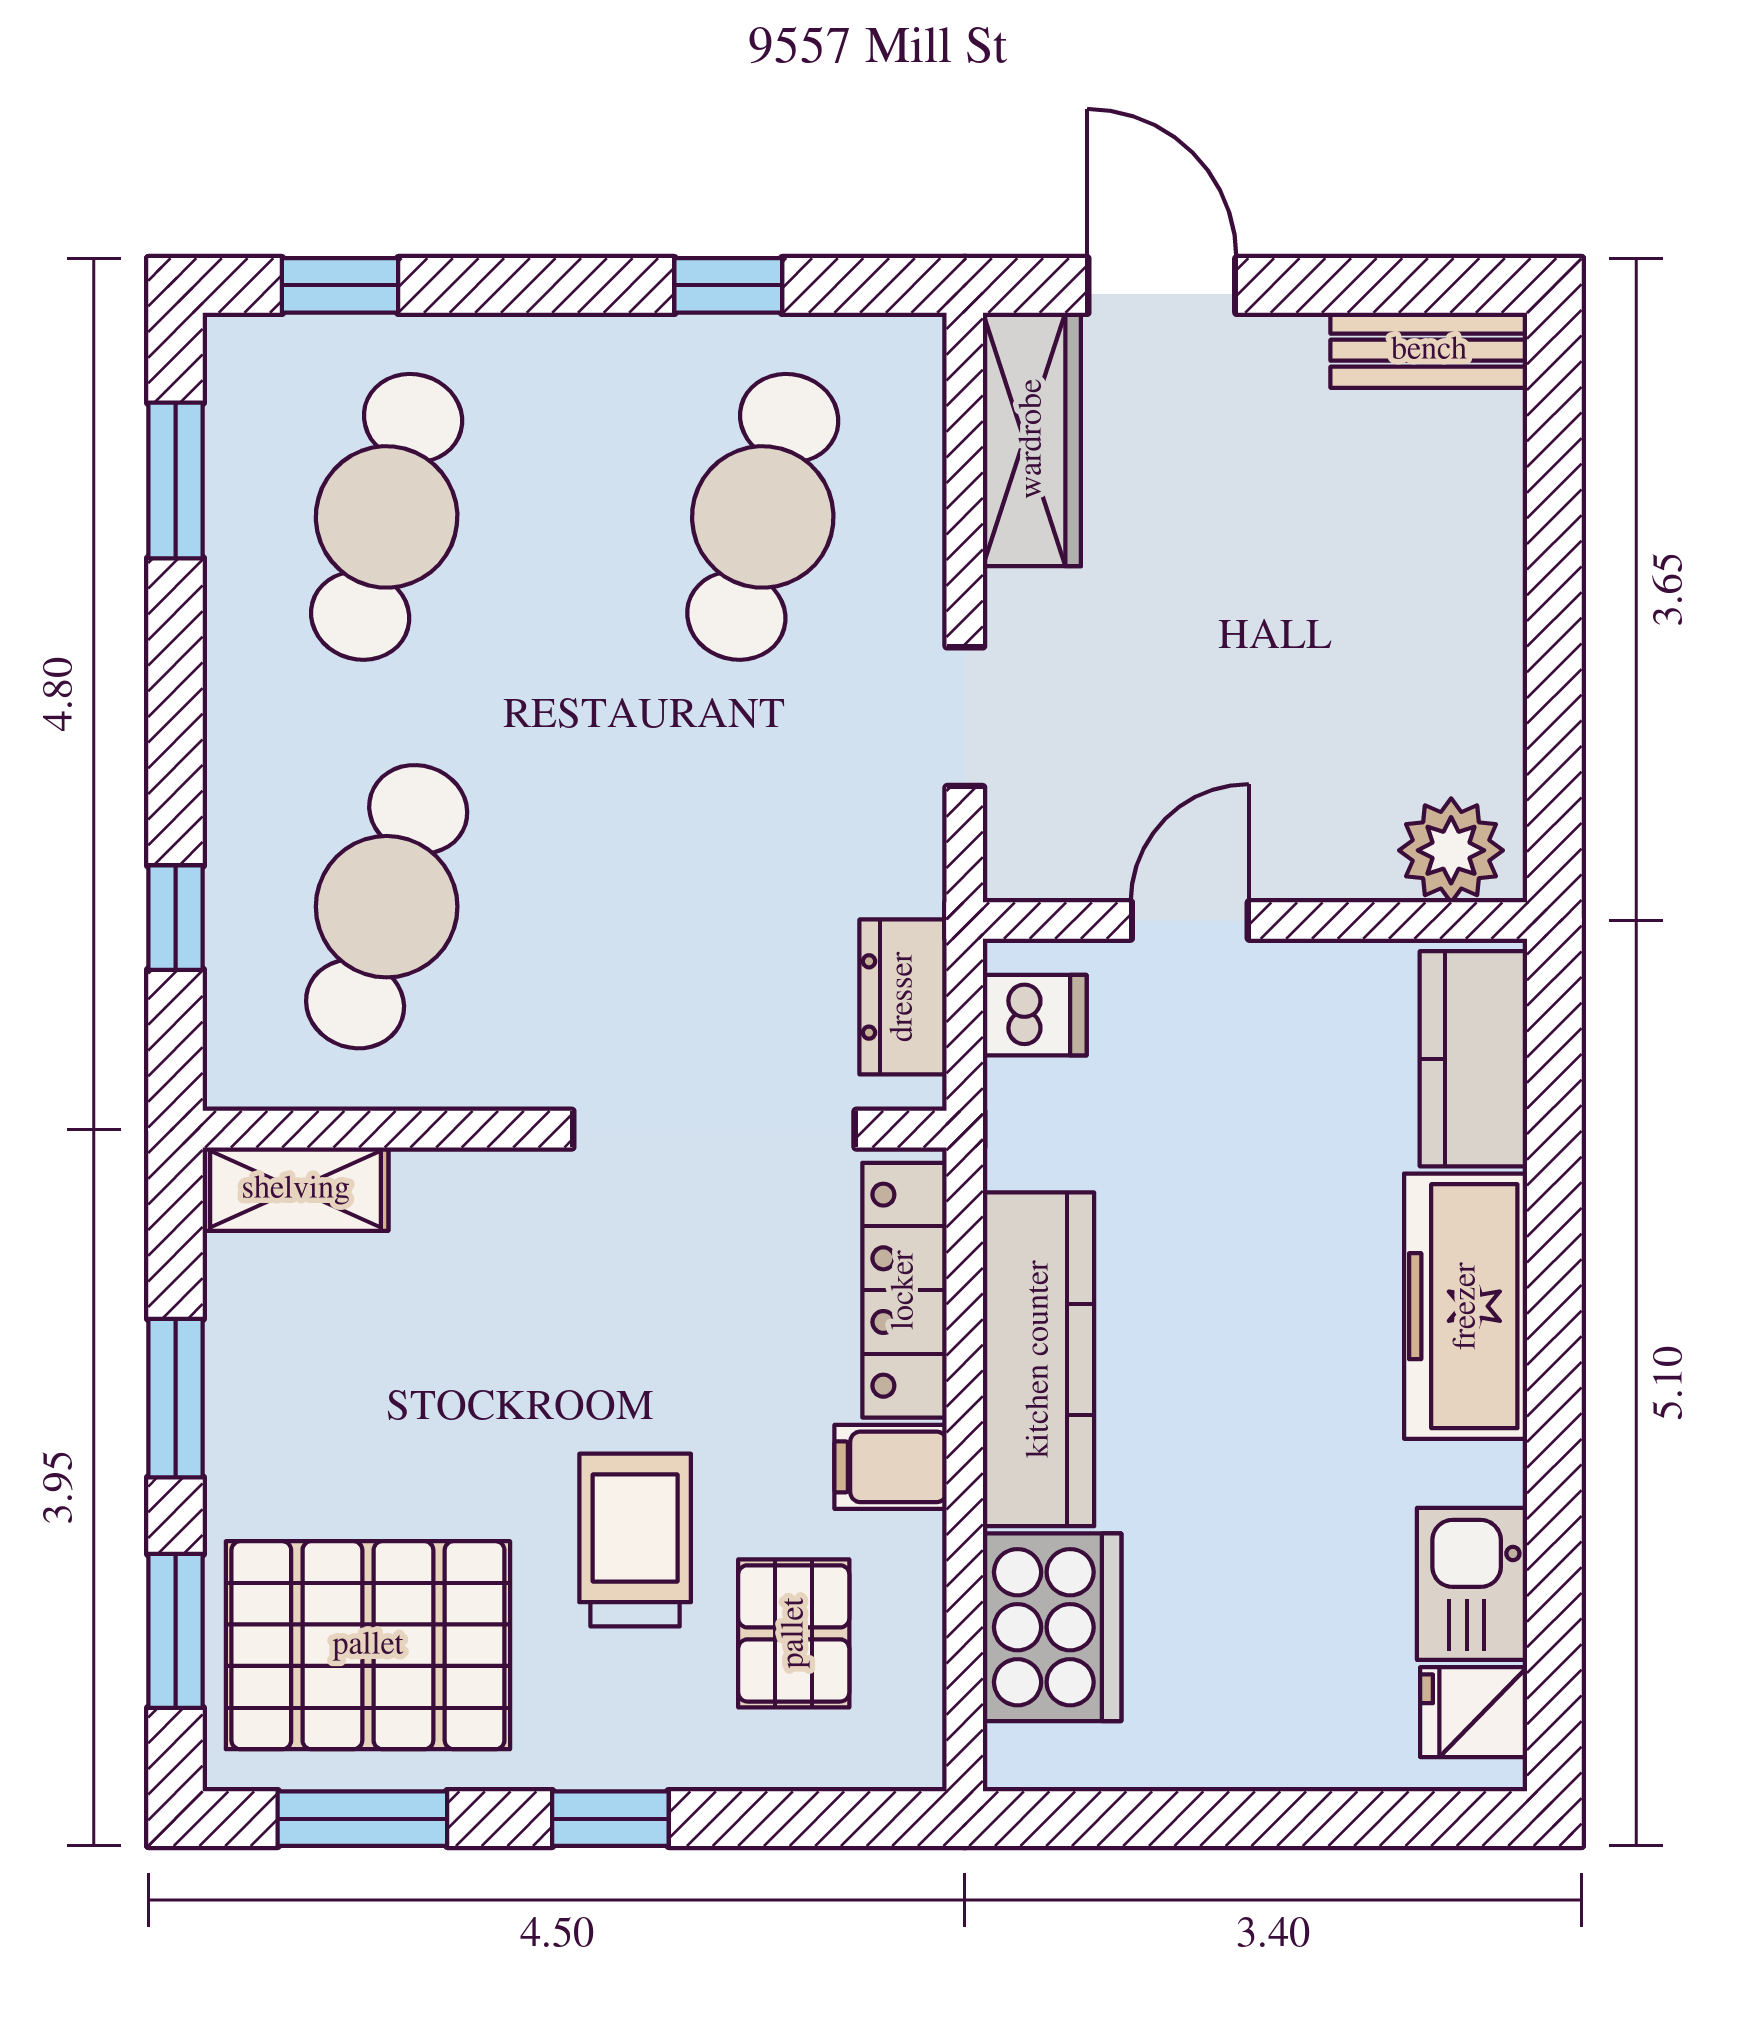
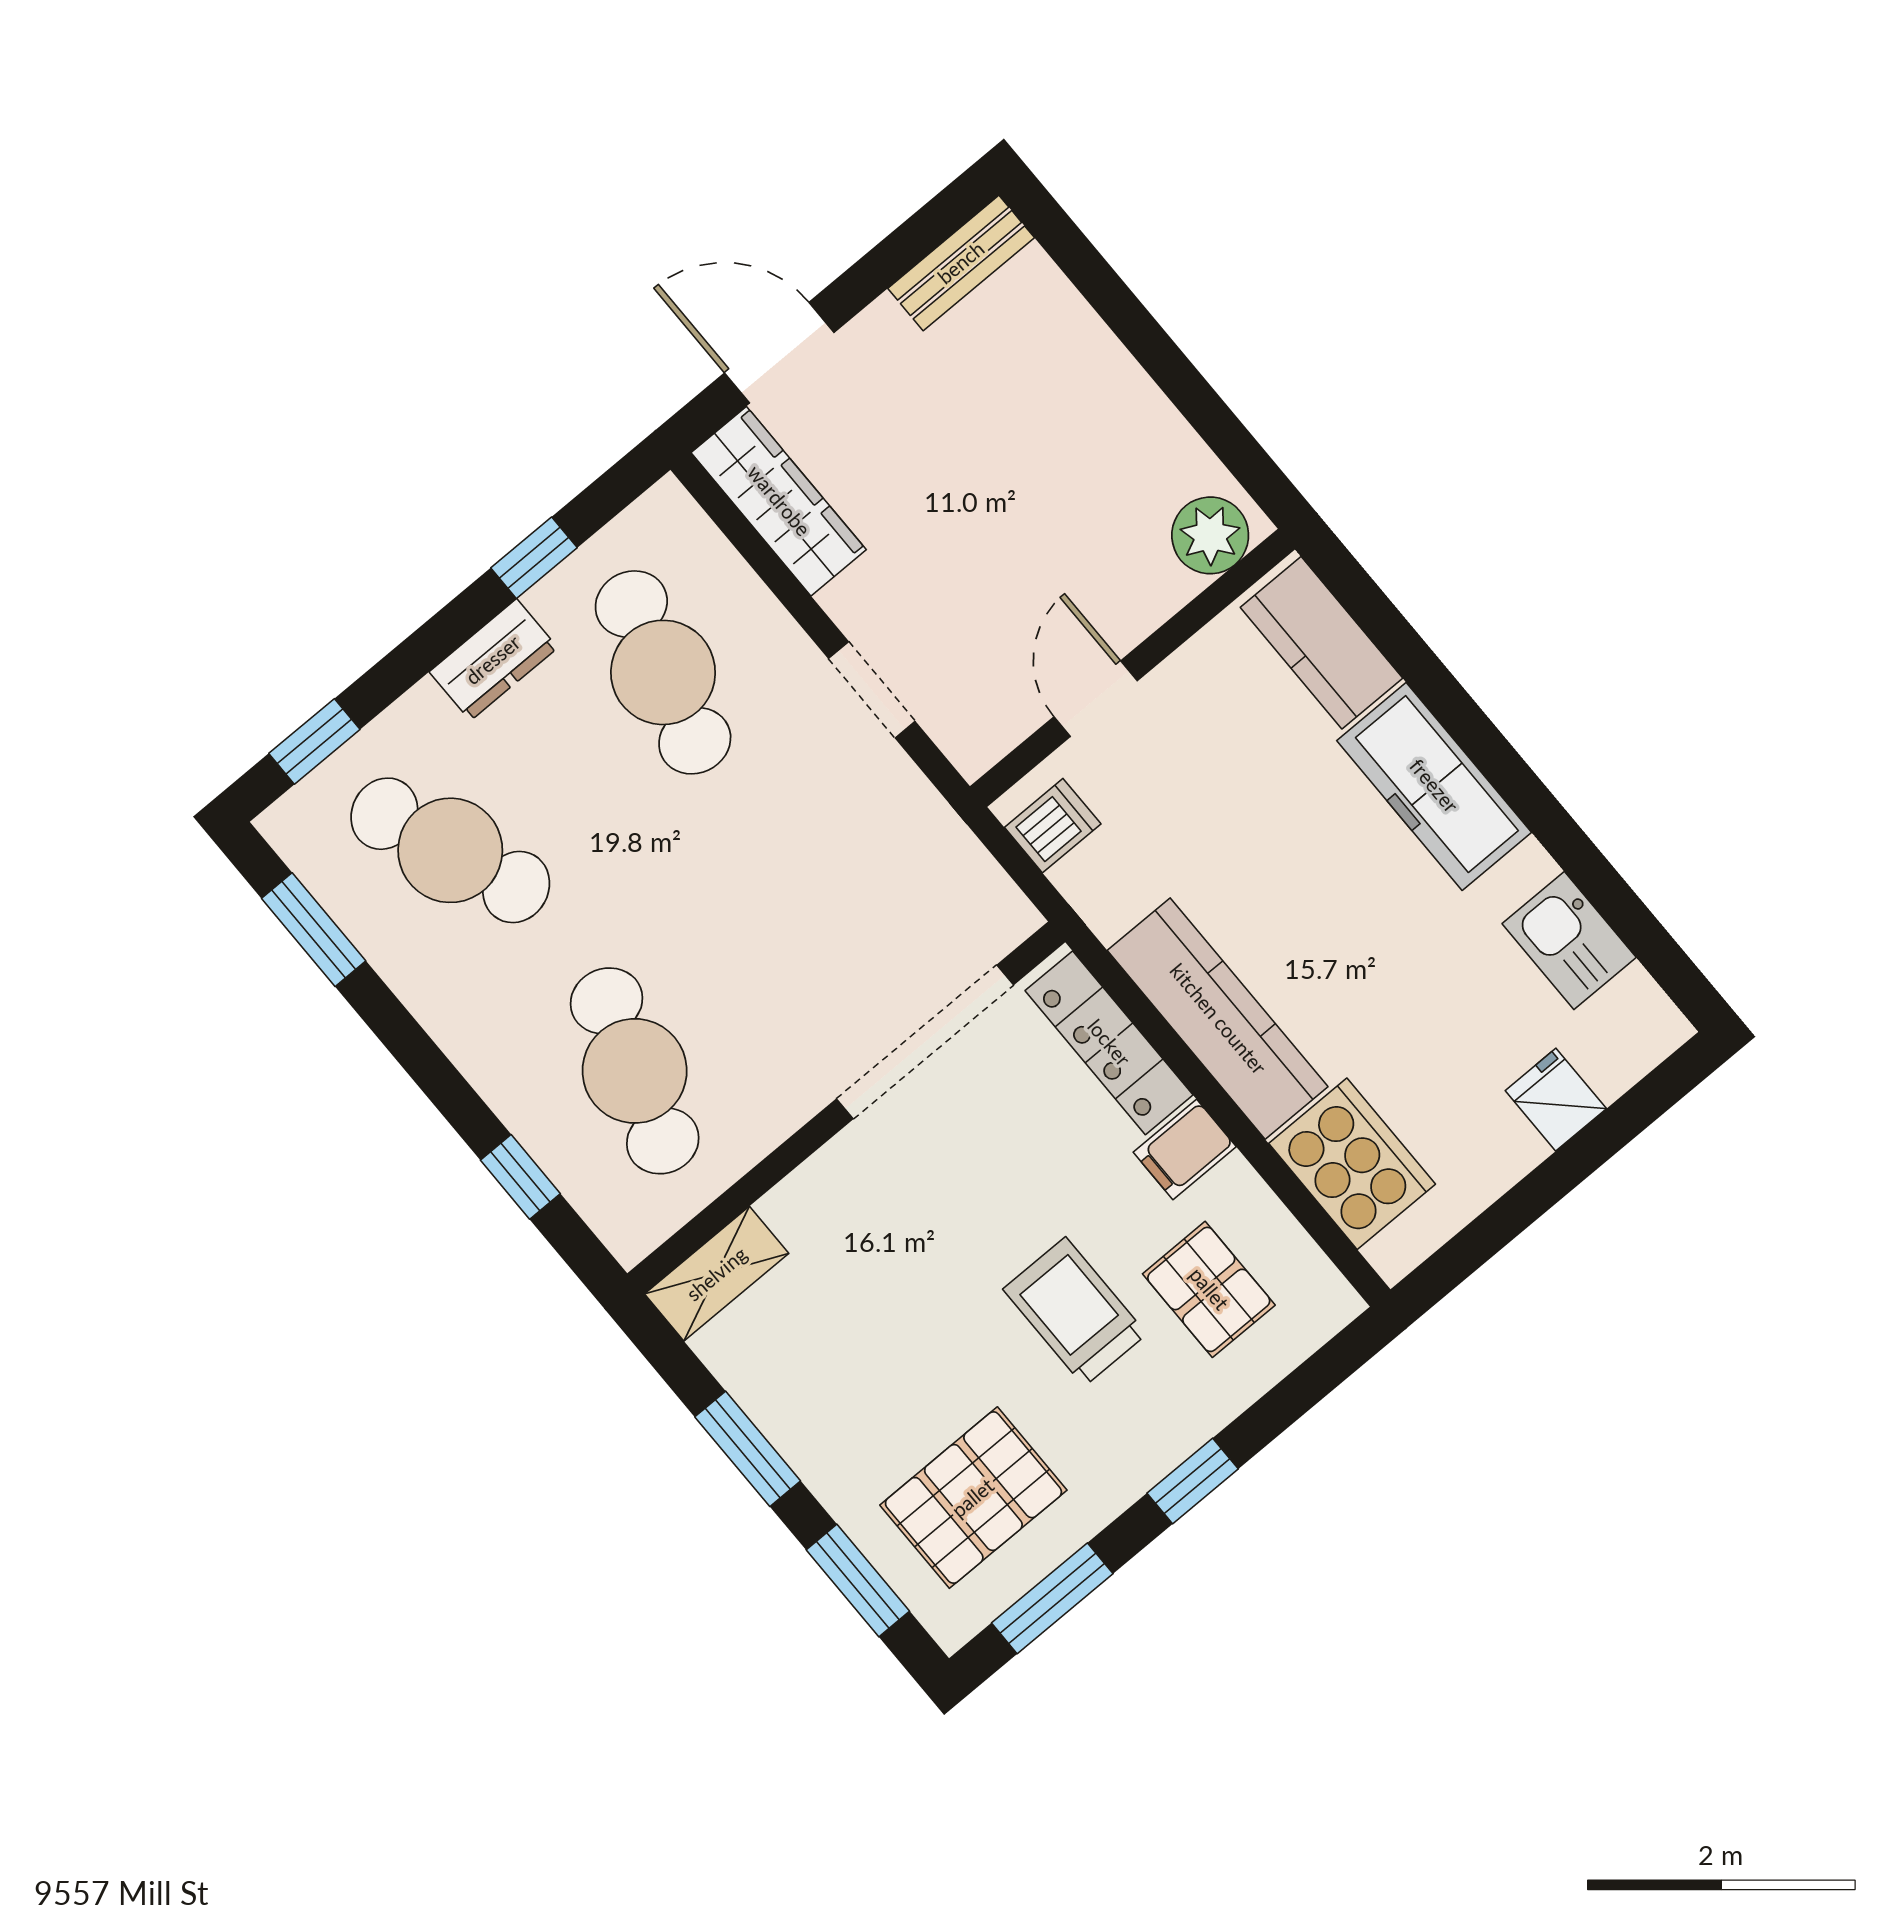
cafe table: (387, 517) -> (450, 850), turned -36
dresser: (903, 997) -> (493, 660), moved, turned -90
pallet: (368, 1645) -> (973, 1498), width x0.73, depth x0.71
fridge: (1474, 1712) -> (1556, 1100), moved, turned 90

